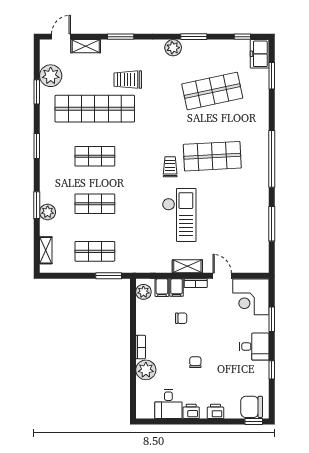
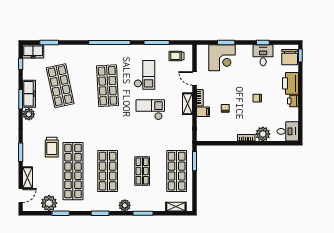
door: (61, 37) -> (21, 196), swing flipped
freezer: (201, 48) -> (29, 94), added
shop shelf: (95, 156) -> (108, 171), width x1.43, depth x1.36
trolley: (170, 167) -> (176, 56), moved
checkout: (227, 207) -> (144, 75), added
plant: (48, 212) -> (125, 205), moved
checkout: (179, 215) -> (150, 110), width x0.73, depth x0.83
shop shelf: (95, 251) -> (177, 171), width x1.43, depth x1.36
door: (222, 276) -> (194, 78), hinge flipped
filing cabinet: (162, 288) -> (203, 122), removed
plant: (143, 292) -> (206, 136), removed
corner desk: (251, 297) -> (222, 58), moved
desk: (254, 347) -> (263, 55), moved
desk: (168, 404) -> (288, 131), moved
printer: (215, 411) -> (290, 83), width x1.87, depth x1.48

